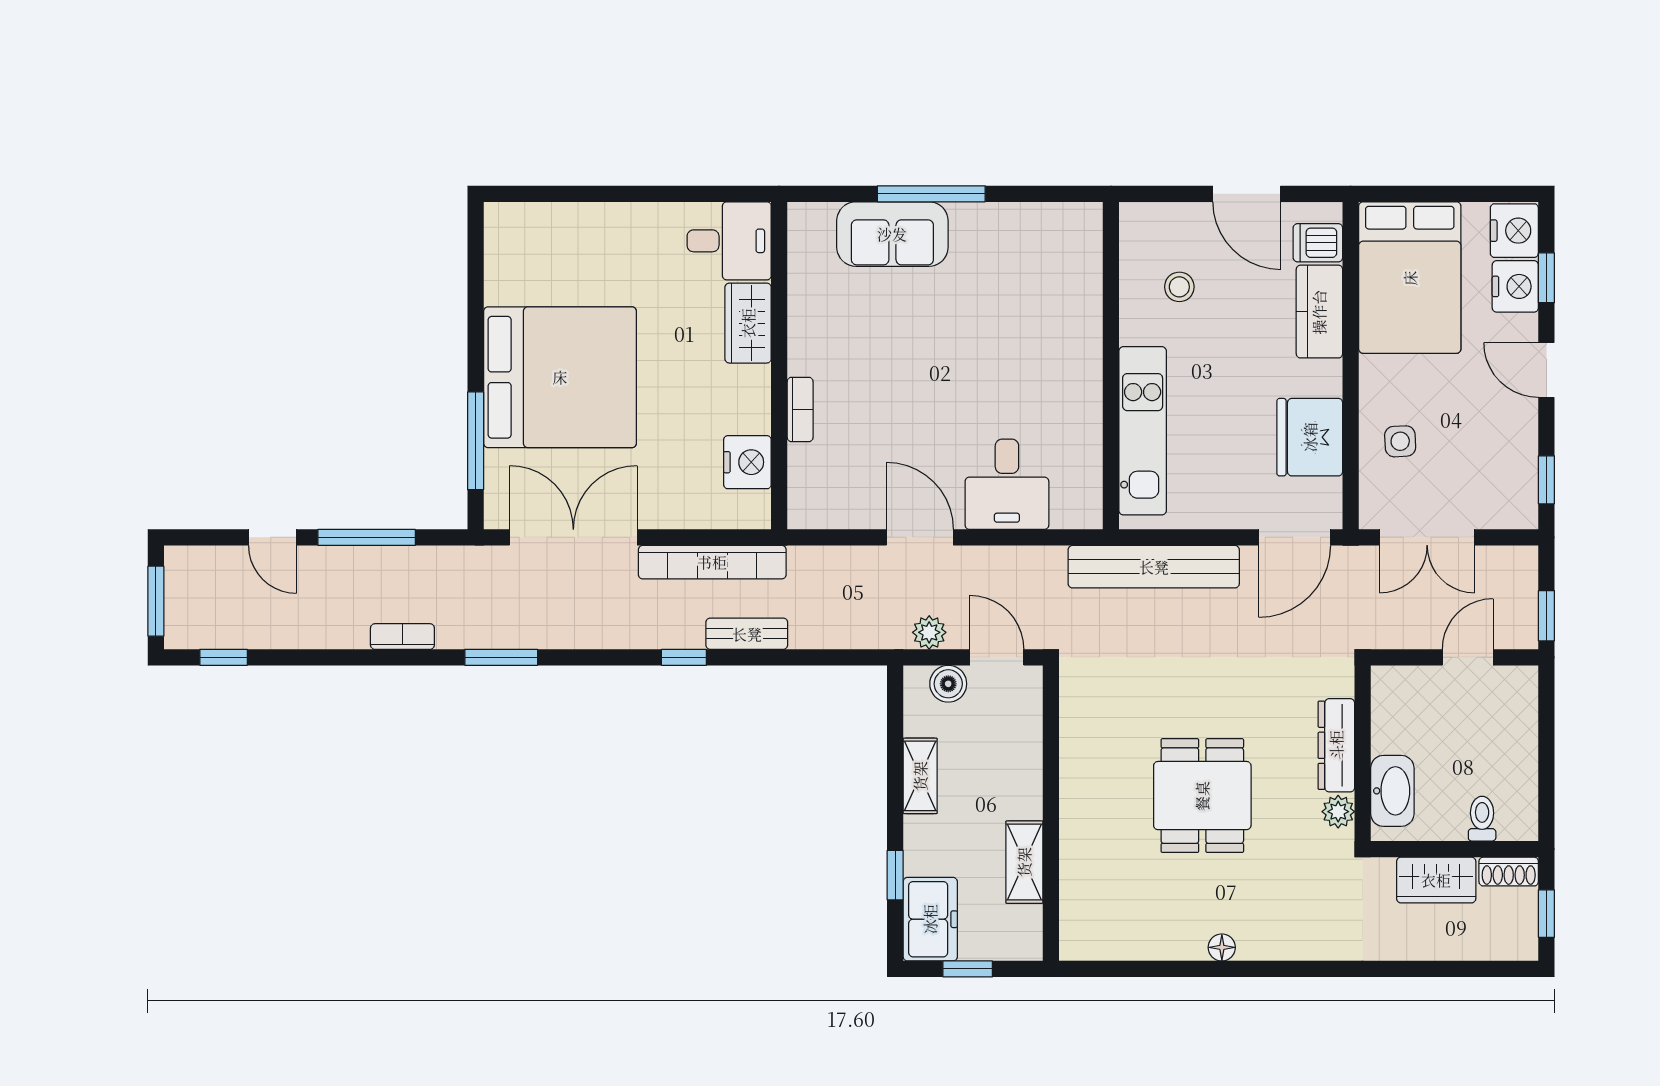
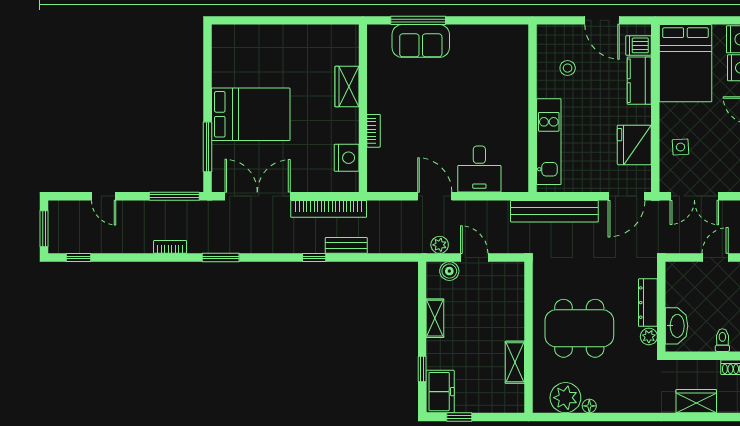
window: (931, 194) -> (418, 20), moved
desk: (729, 241) -> (337, 44), removed
bed: (560, 377) -> (251, 114), width x0.73
window: (367, 537) -> (174, 196), moved
dining table: (1202, 796) -> (579, 328), width x1.38
wall: (1051, 813) -> (528, 337), moved
shelving: (1024, 862) -> (515, 362), moved
wardrobe: (1436, 880) -> (696, 401), moved, turned 180
plant: (1175, 931) -> (565, 398), added

